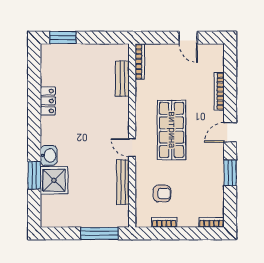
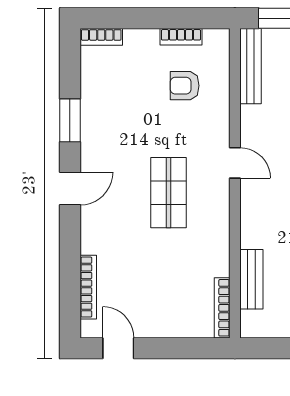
door: (188, 38) -> (118, 348), moved
bookcase: (219, 91) -> (88, 287), moved
shop shelf: (172, 130) -> (169, 193), width x0.70, depth x0.74
bench: (123, 182) -> (251, 66), moved

